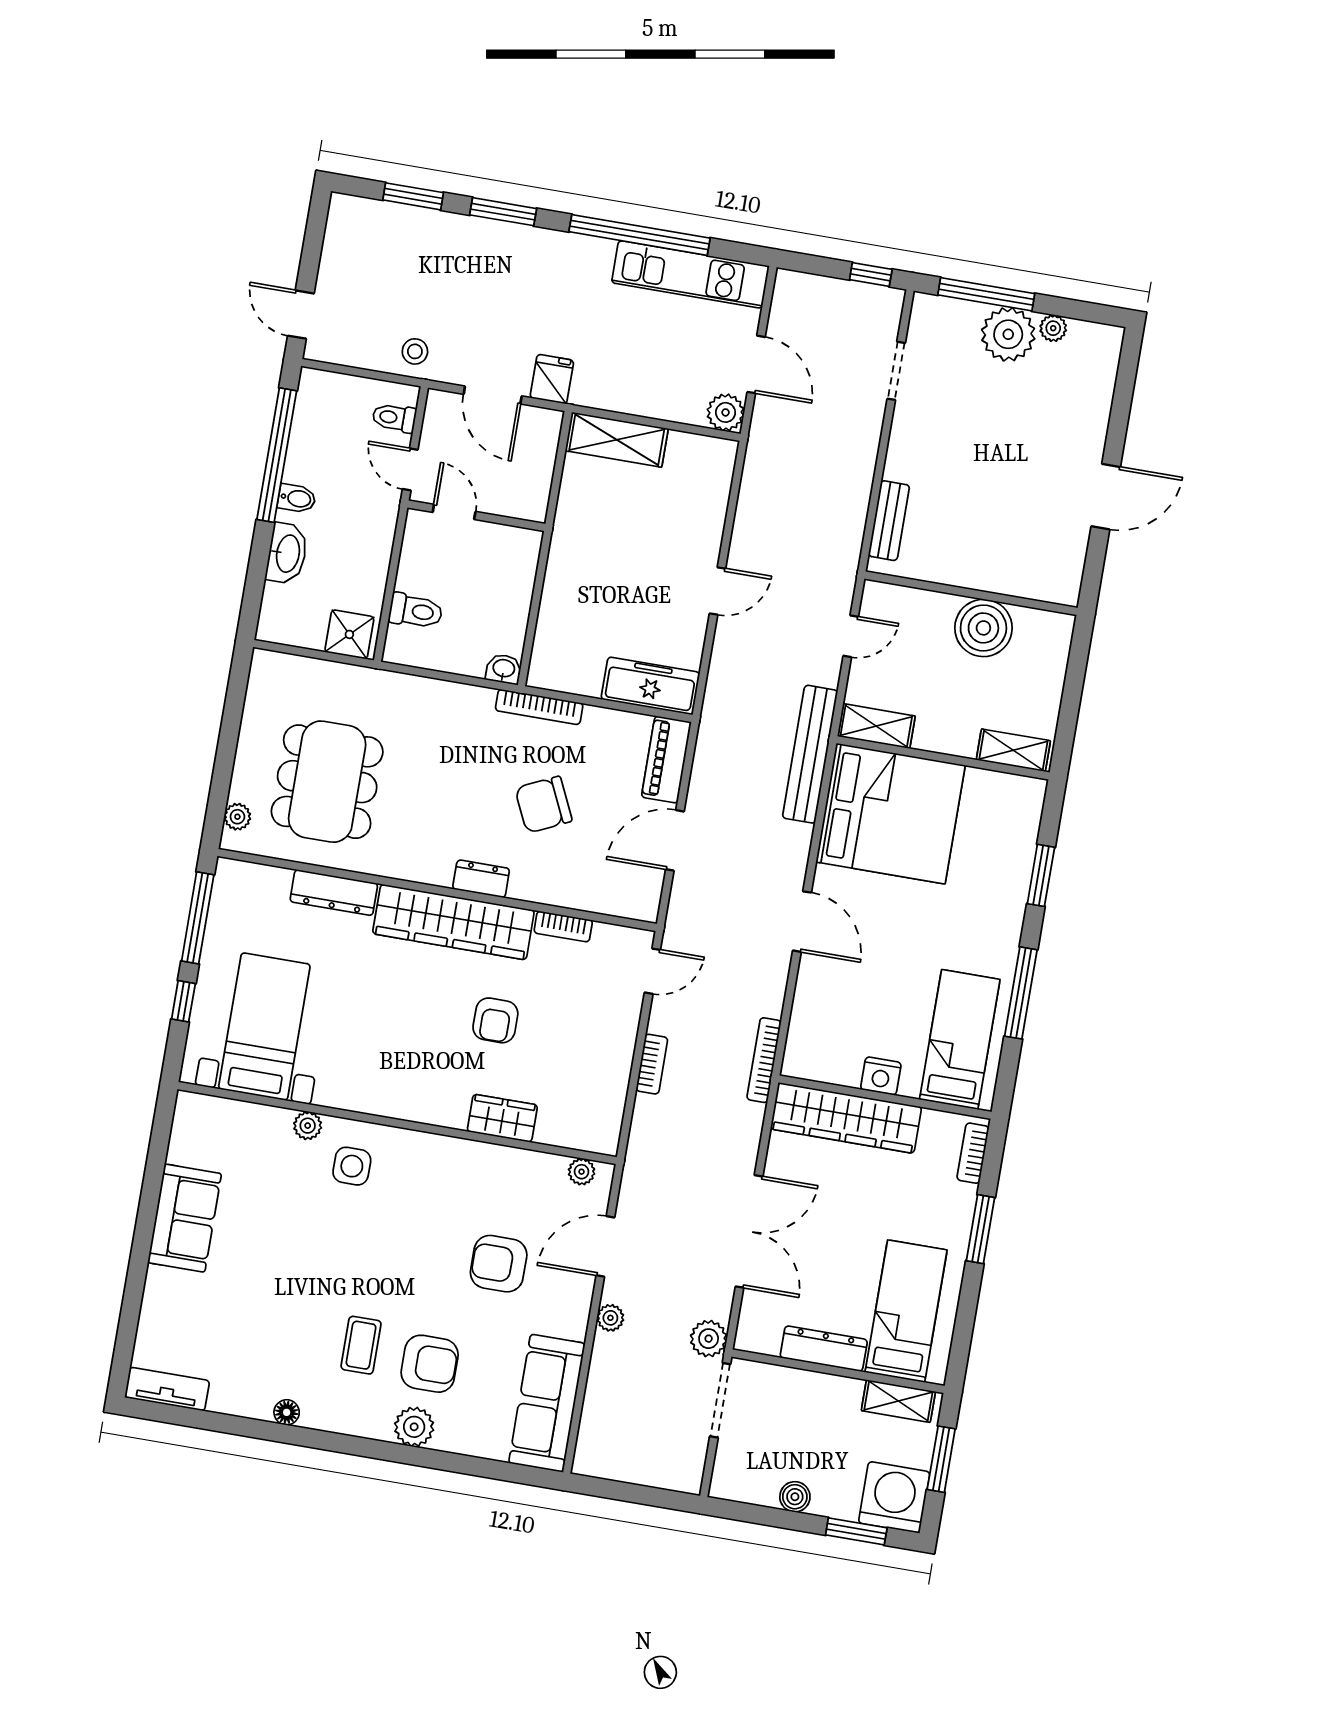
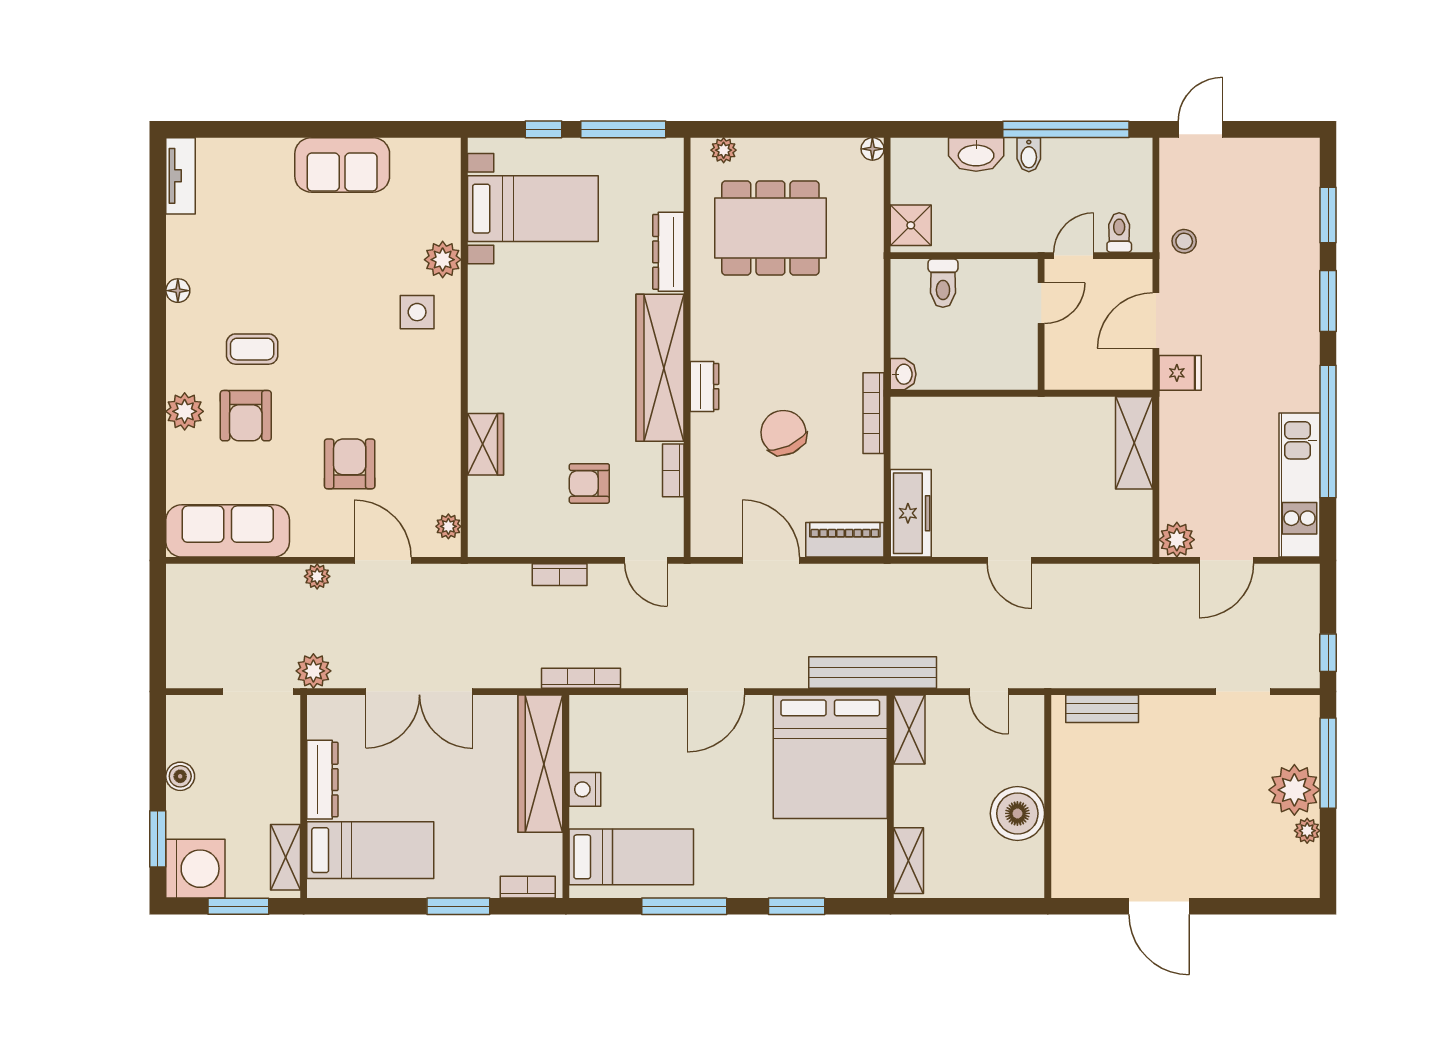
floor lamp: (263, 661) -> (872, 149), added
armchair: (495, 1020) -> (589, 483), moved
plant: (308, 1126) -> (443, 260), width x1.38, depth x1.38

